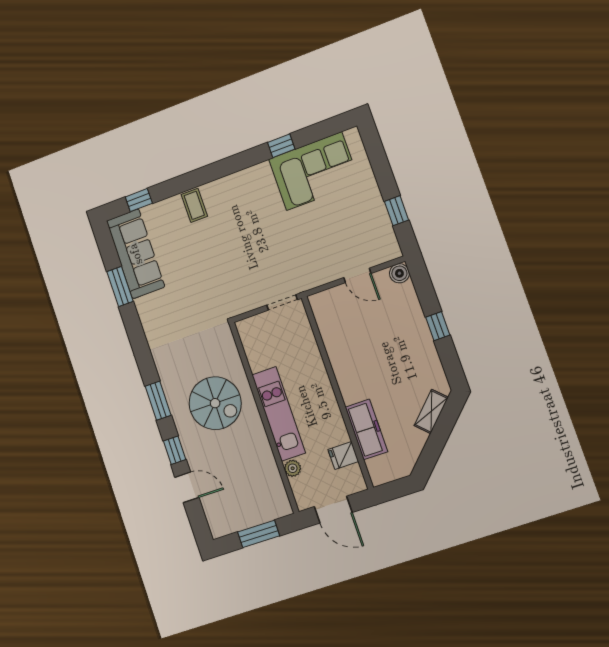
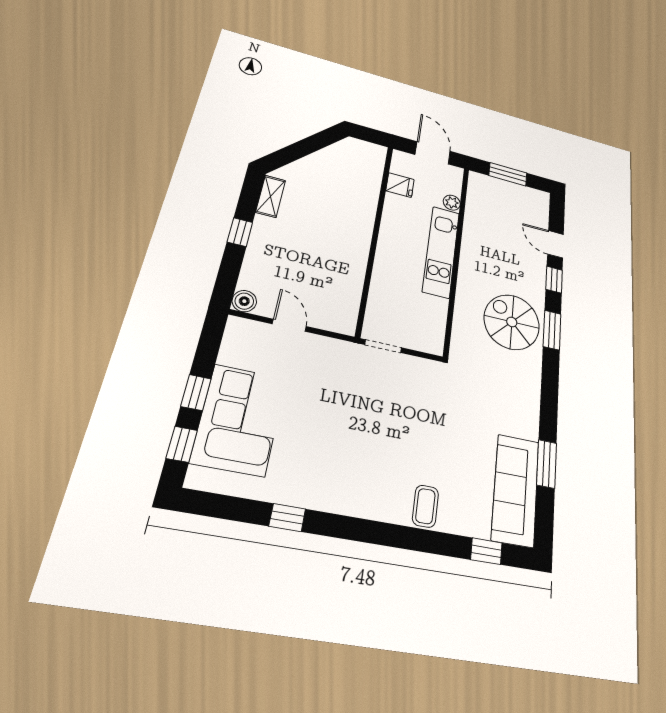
window: (375, 151) -> (182, 444), added
corner sofa: (314, 171) -> (239, 420), moved, turned 90
window: (396, 211) -> (196, 393), moved
spiral stairs: (215, 403) -> (512, 322), moved
shelving: (431, 411) -> (271, 196), moved, turned -45
freezer: (366, 429) -> (366, 192), removed

